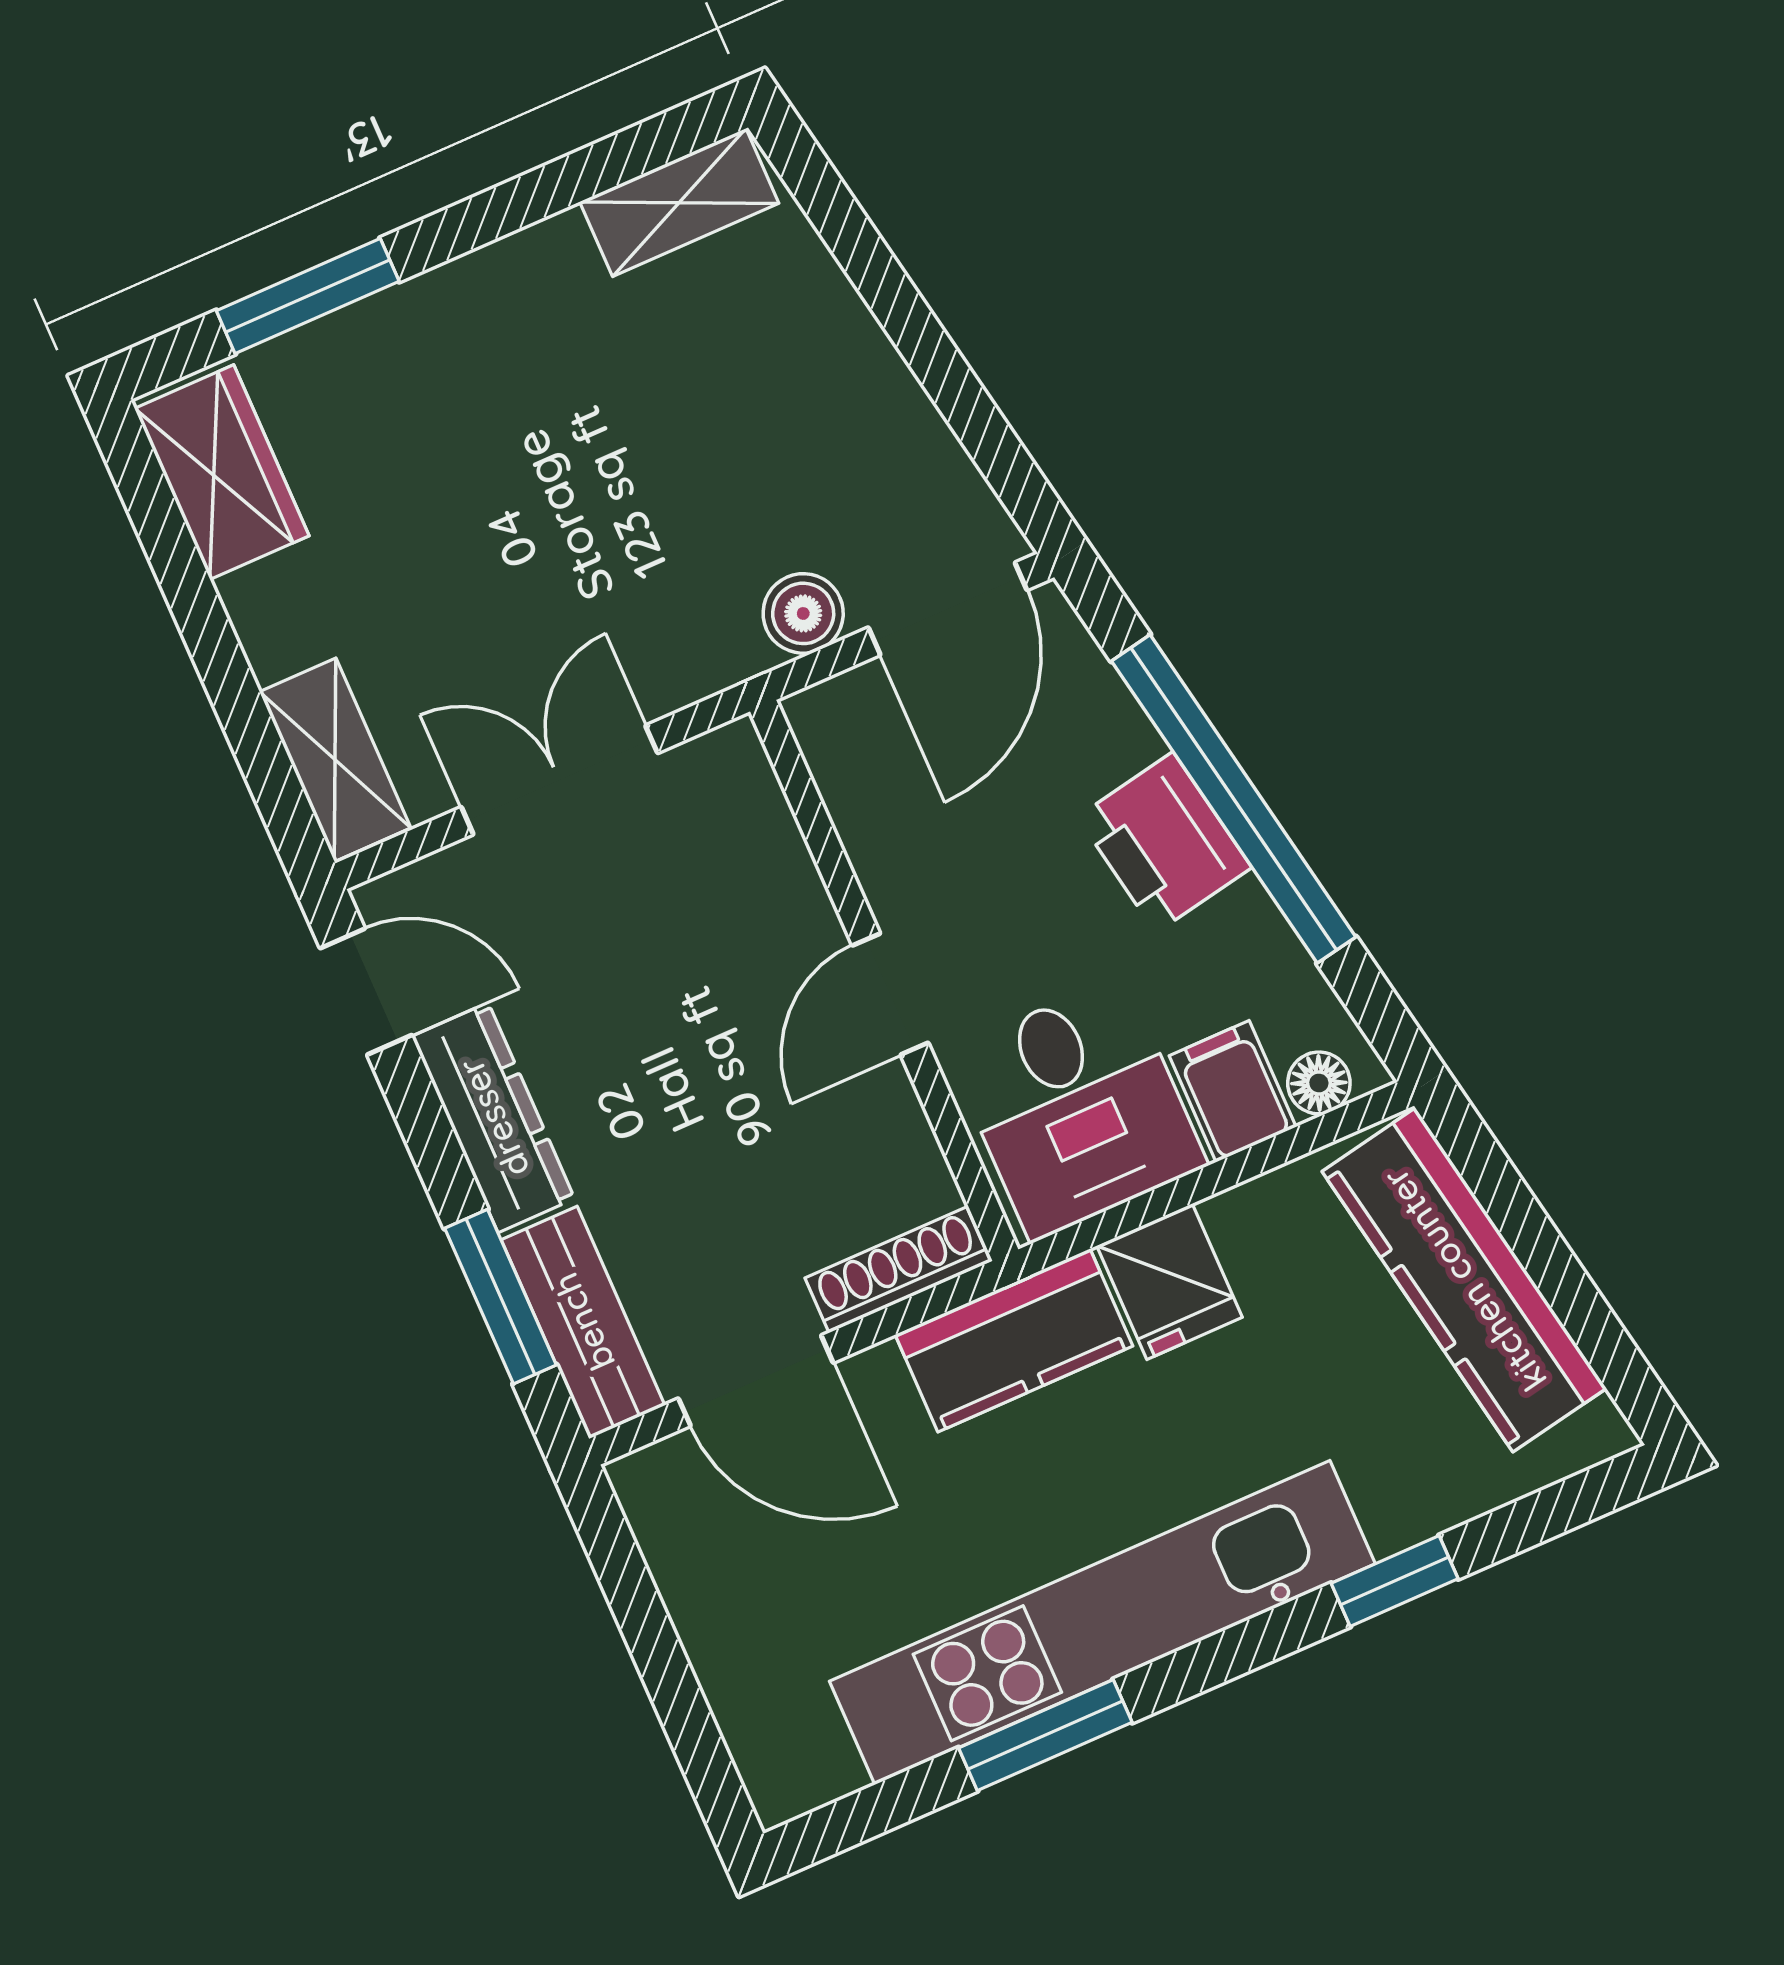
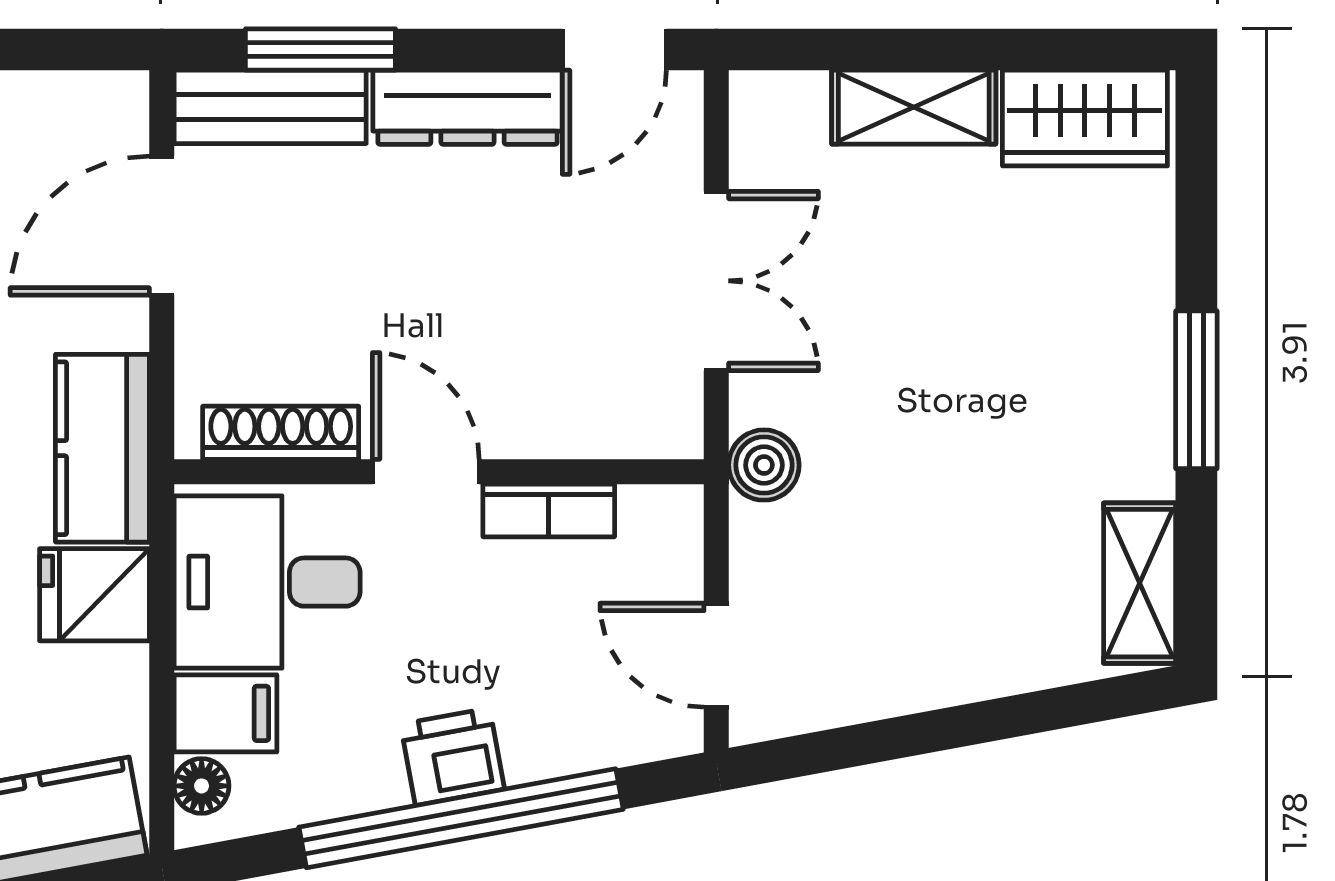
window: (308, 296) -> (1196, 390), moved
door: (948, 609) -> (716, 655), width x0.73
boiler: (803, 613) -> (764, 465), moved
shelving: (335, 760) -> (914, 107), moved
printer: (1164, 842) -> (452, 757), width x0.73, depth x0.81
bookcase: (874, 849) -> (549, 510), added
shoe rack: (898, 1270) -> (281, 433), moved, turned -90

